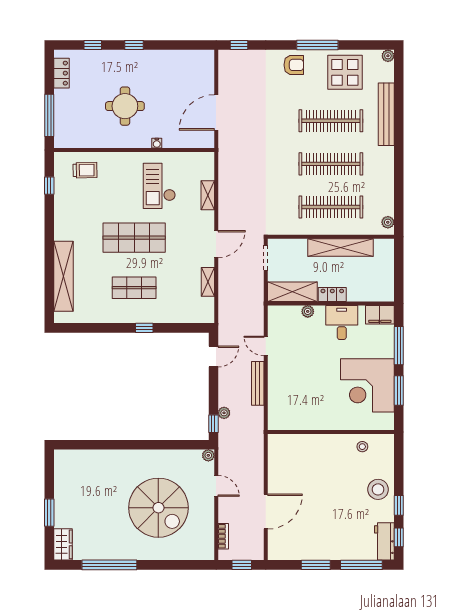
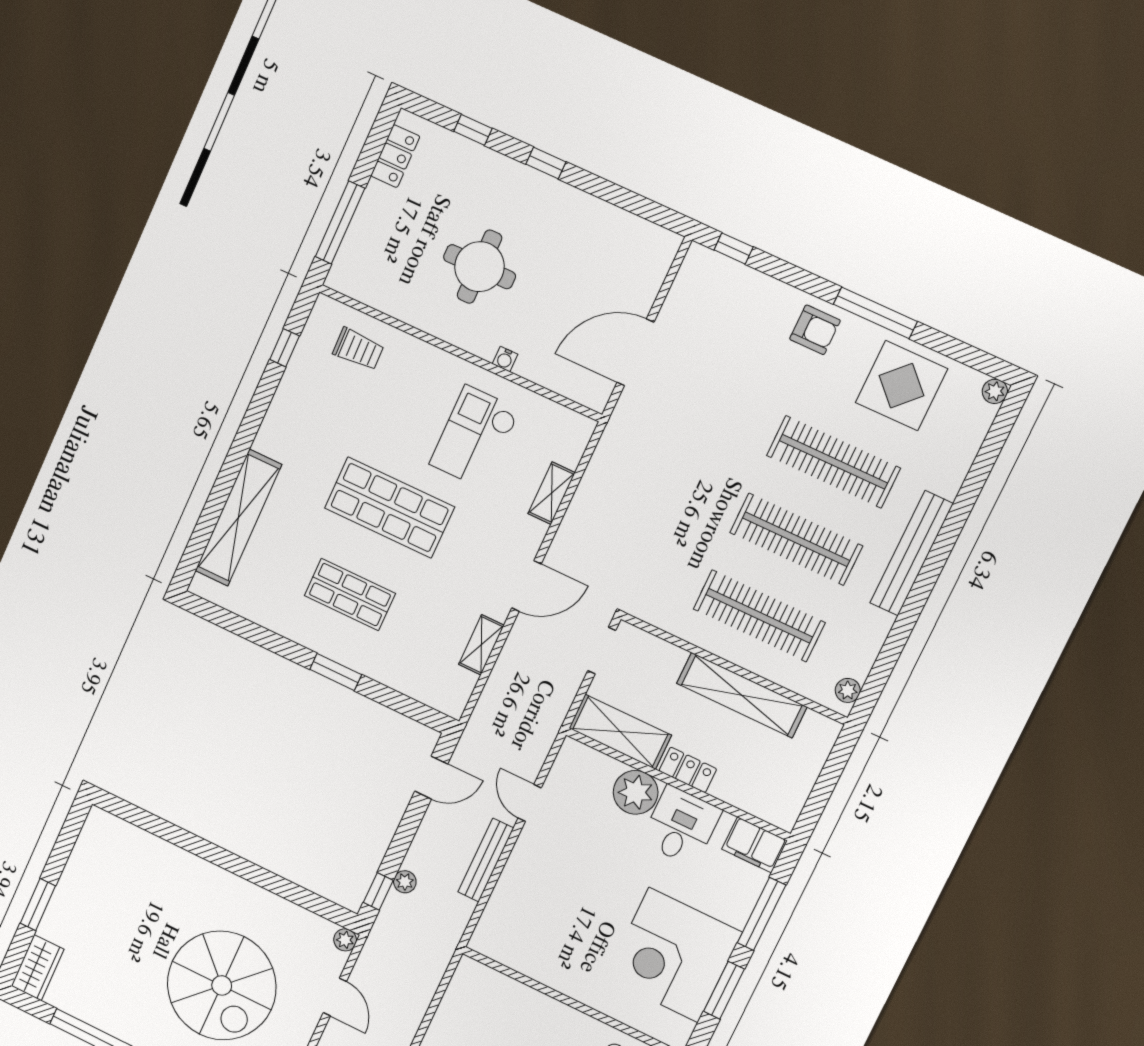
bench: (386, 114) -> (912, 553), moved
plant: (308, 311) -> (636, 792), width x1.87, depth x1.87
window: (144, 328) -> (336, 672), width x1.50

